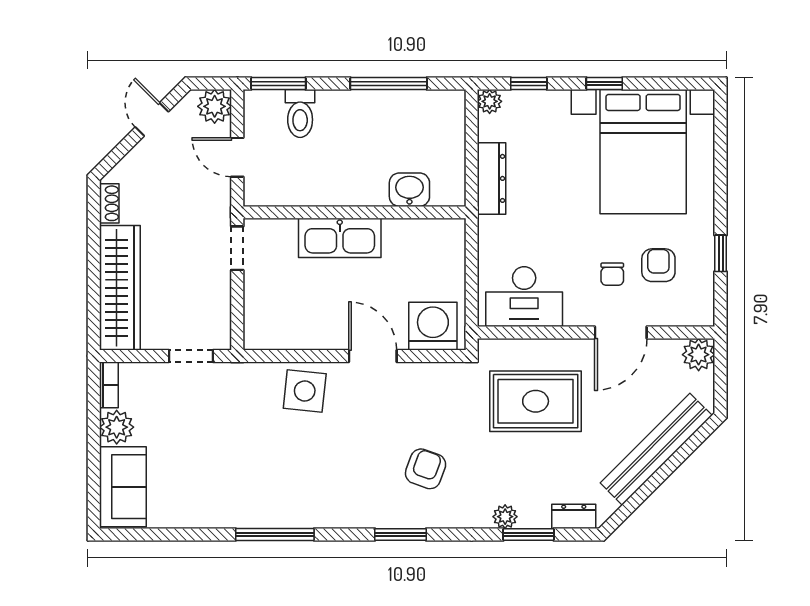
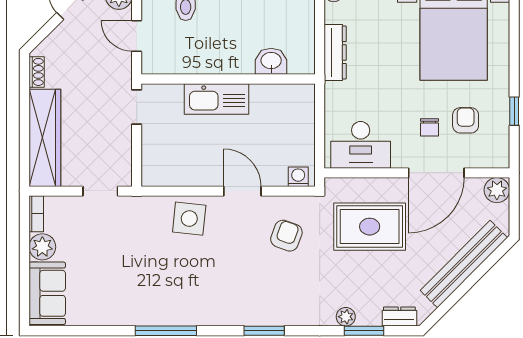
washing machine: (433, 326) -> (298, 177), width x0.53, depth x0.53
door: (621, 332) -> (436, 173), width x1.36
armchair: (426, 469) -> (286, 236), moved

